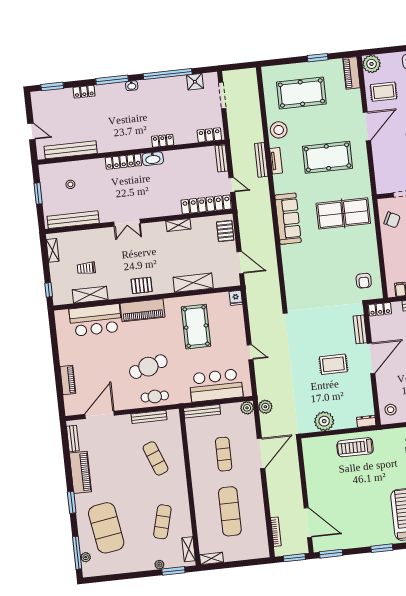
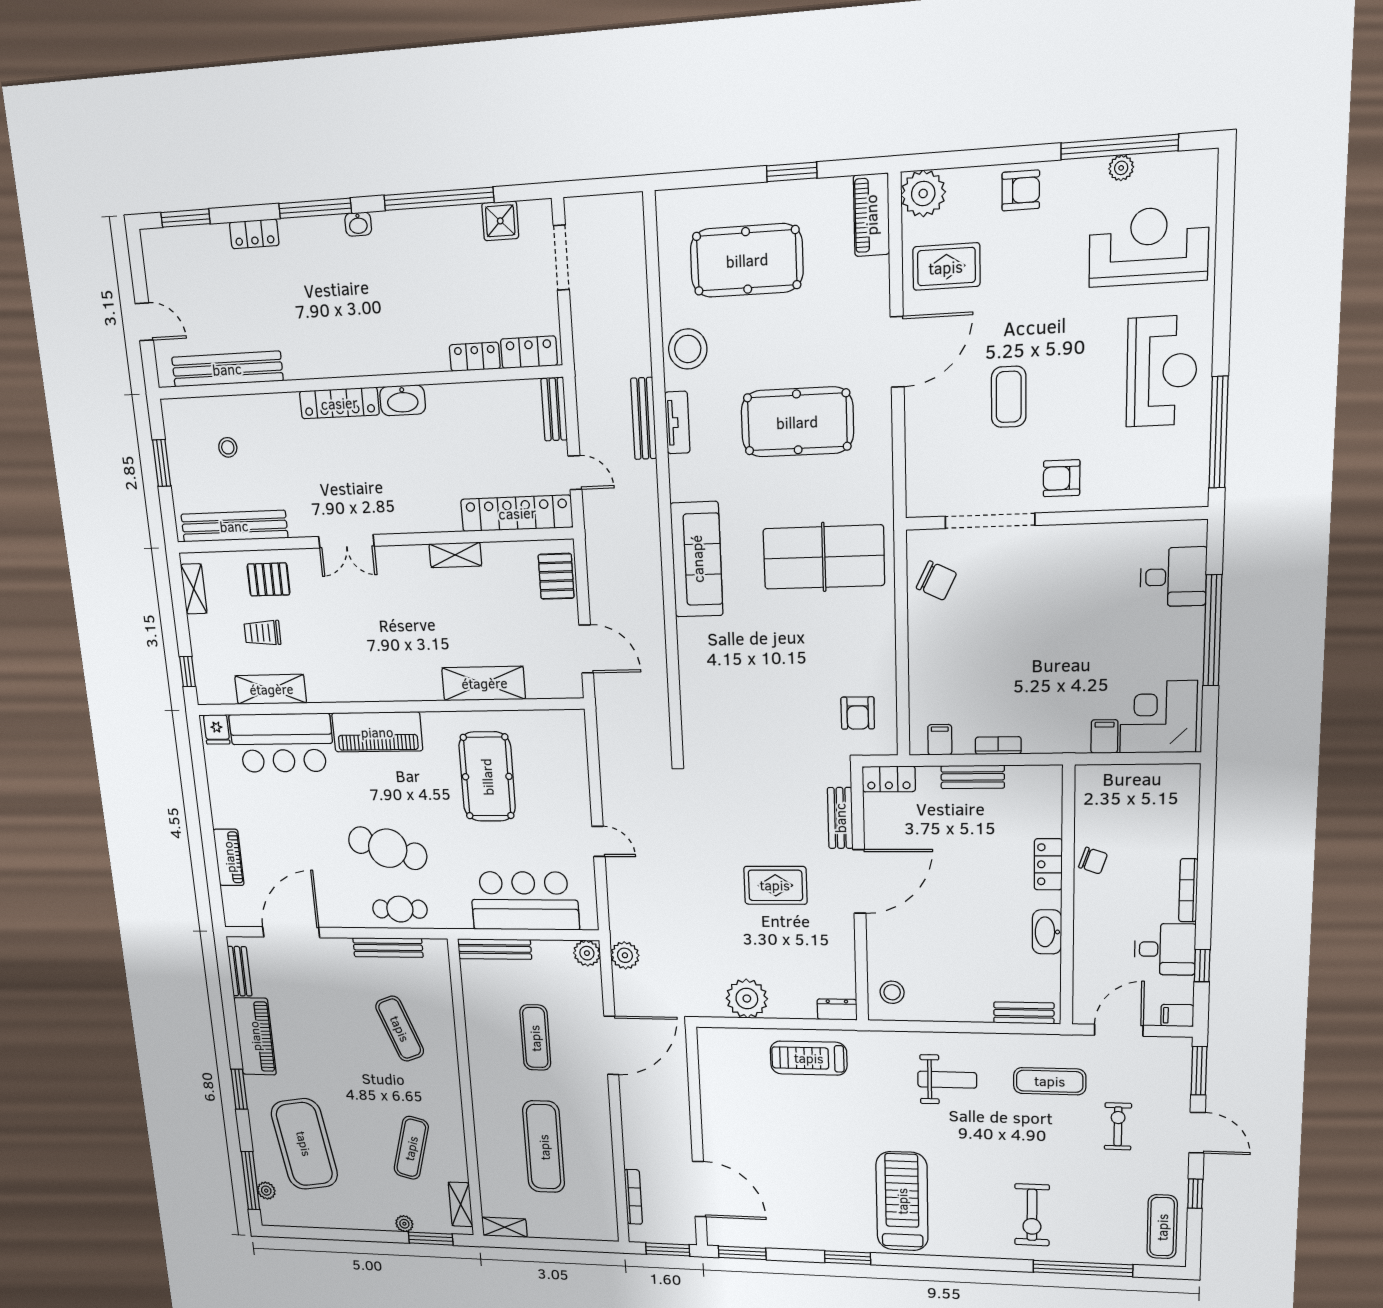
locker: (163, 141) -> (475, 357), moved
pallet: (142, 285) -> (268, 579), moved
fridge: (236, 298) -> (217, 729), moved
cafe table: (148, 367) -> (388, 848), turned 34

